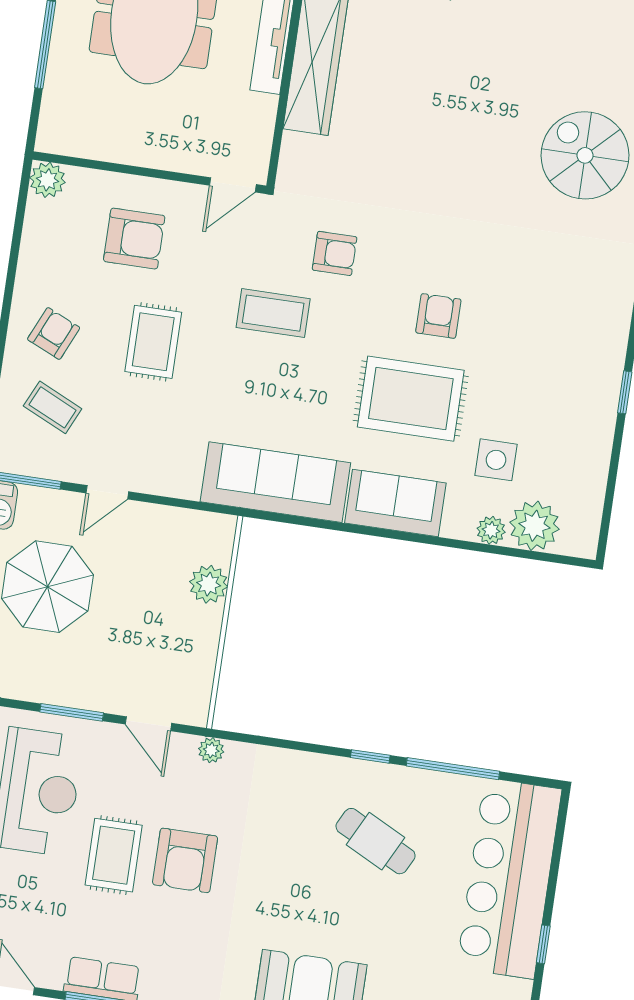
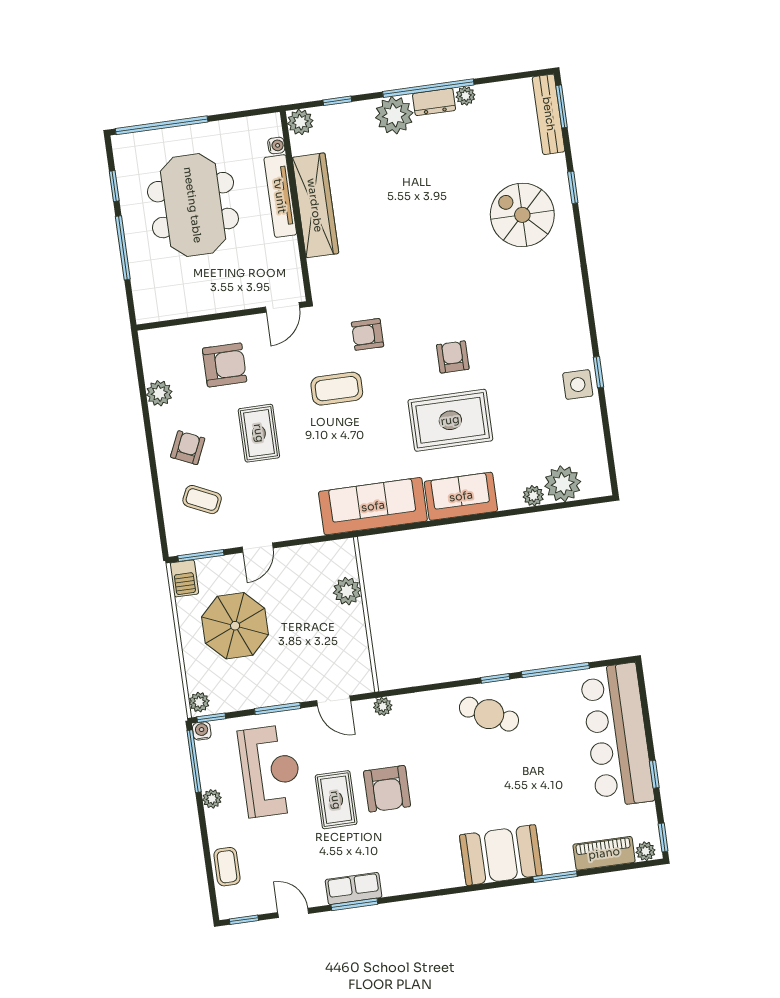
plant: (47, 180) -> (159, 393), moved
armchair: (335, 253) -> (368, 334), turned 180
side table: (496, 460) -> (578, 385), moved
cafe table: (376, 841) -> (489, 714), moved

